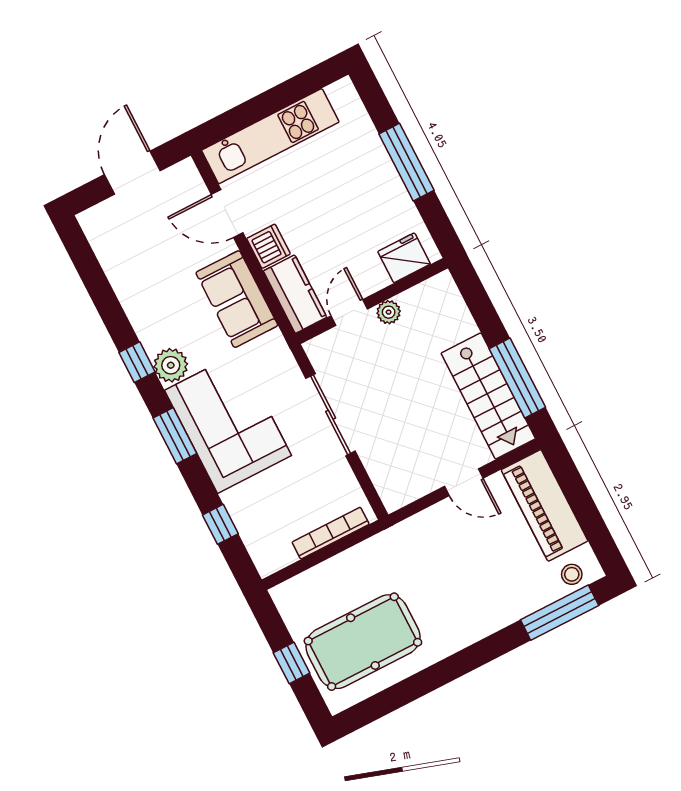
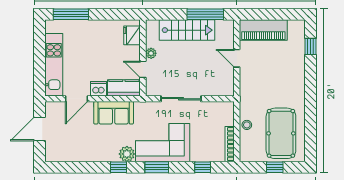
window: (406, 162) -> (71, 14), moved
door: (132, 173) -> (40, 129), hinge flipped
stairs: (488, 396) -> (187, 30), moved
door: (464, 482) -> (237, 58), swing flipped
bookcase: (331, 533) -> (230, 144), moved
stool: (572, 574) -> (247, 125), moved
window: (560, 613) -> (311, 46), width x0.46

